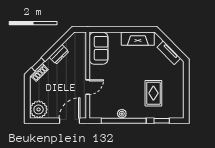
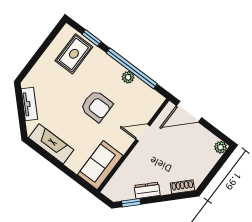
window: (38, 64) -> (131, 203), moved
armchair: (128, 82) -> (96, 106), added
rug: (153, 93) -> (74, 54), moved
plant: (39, 109) -> (221, 147), width x0.53, depth x0.53

